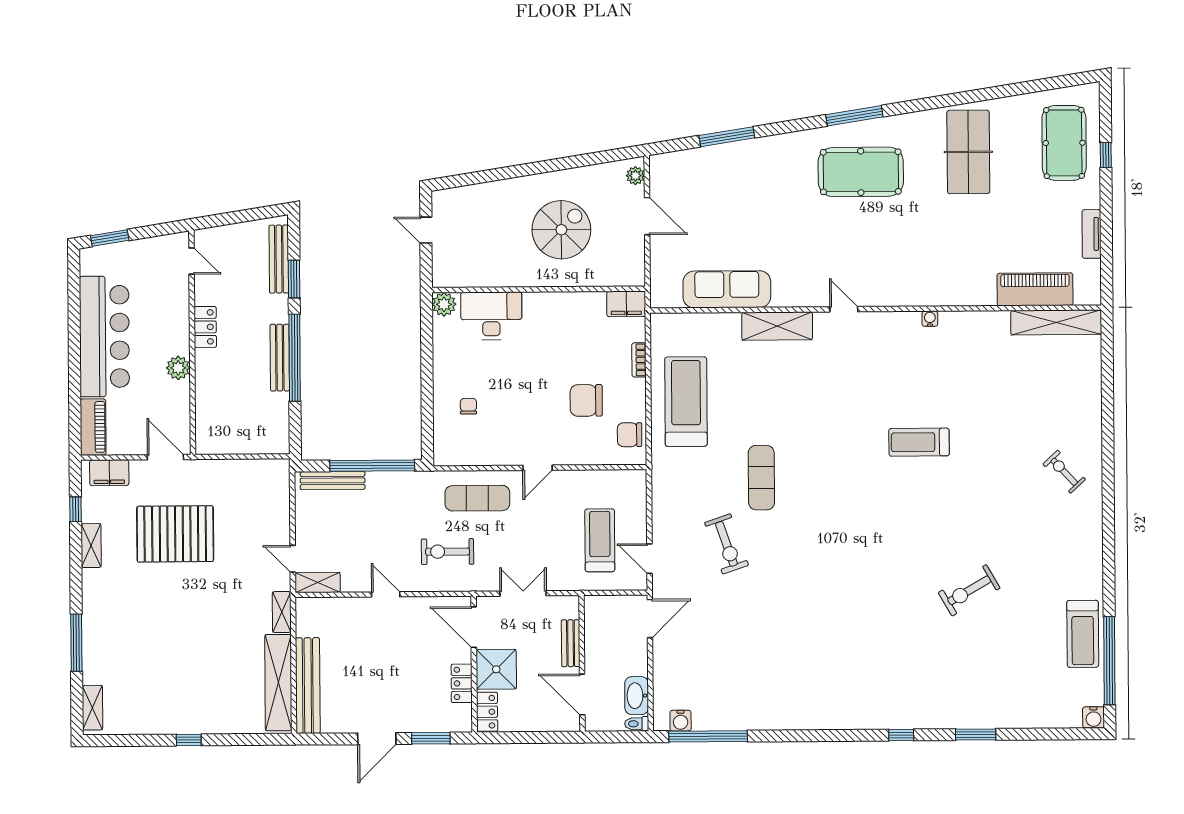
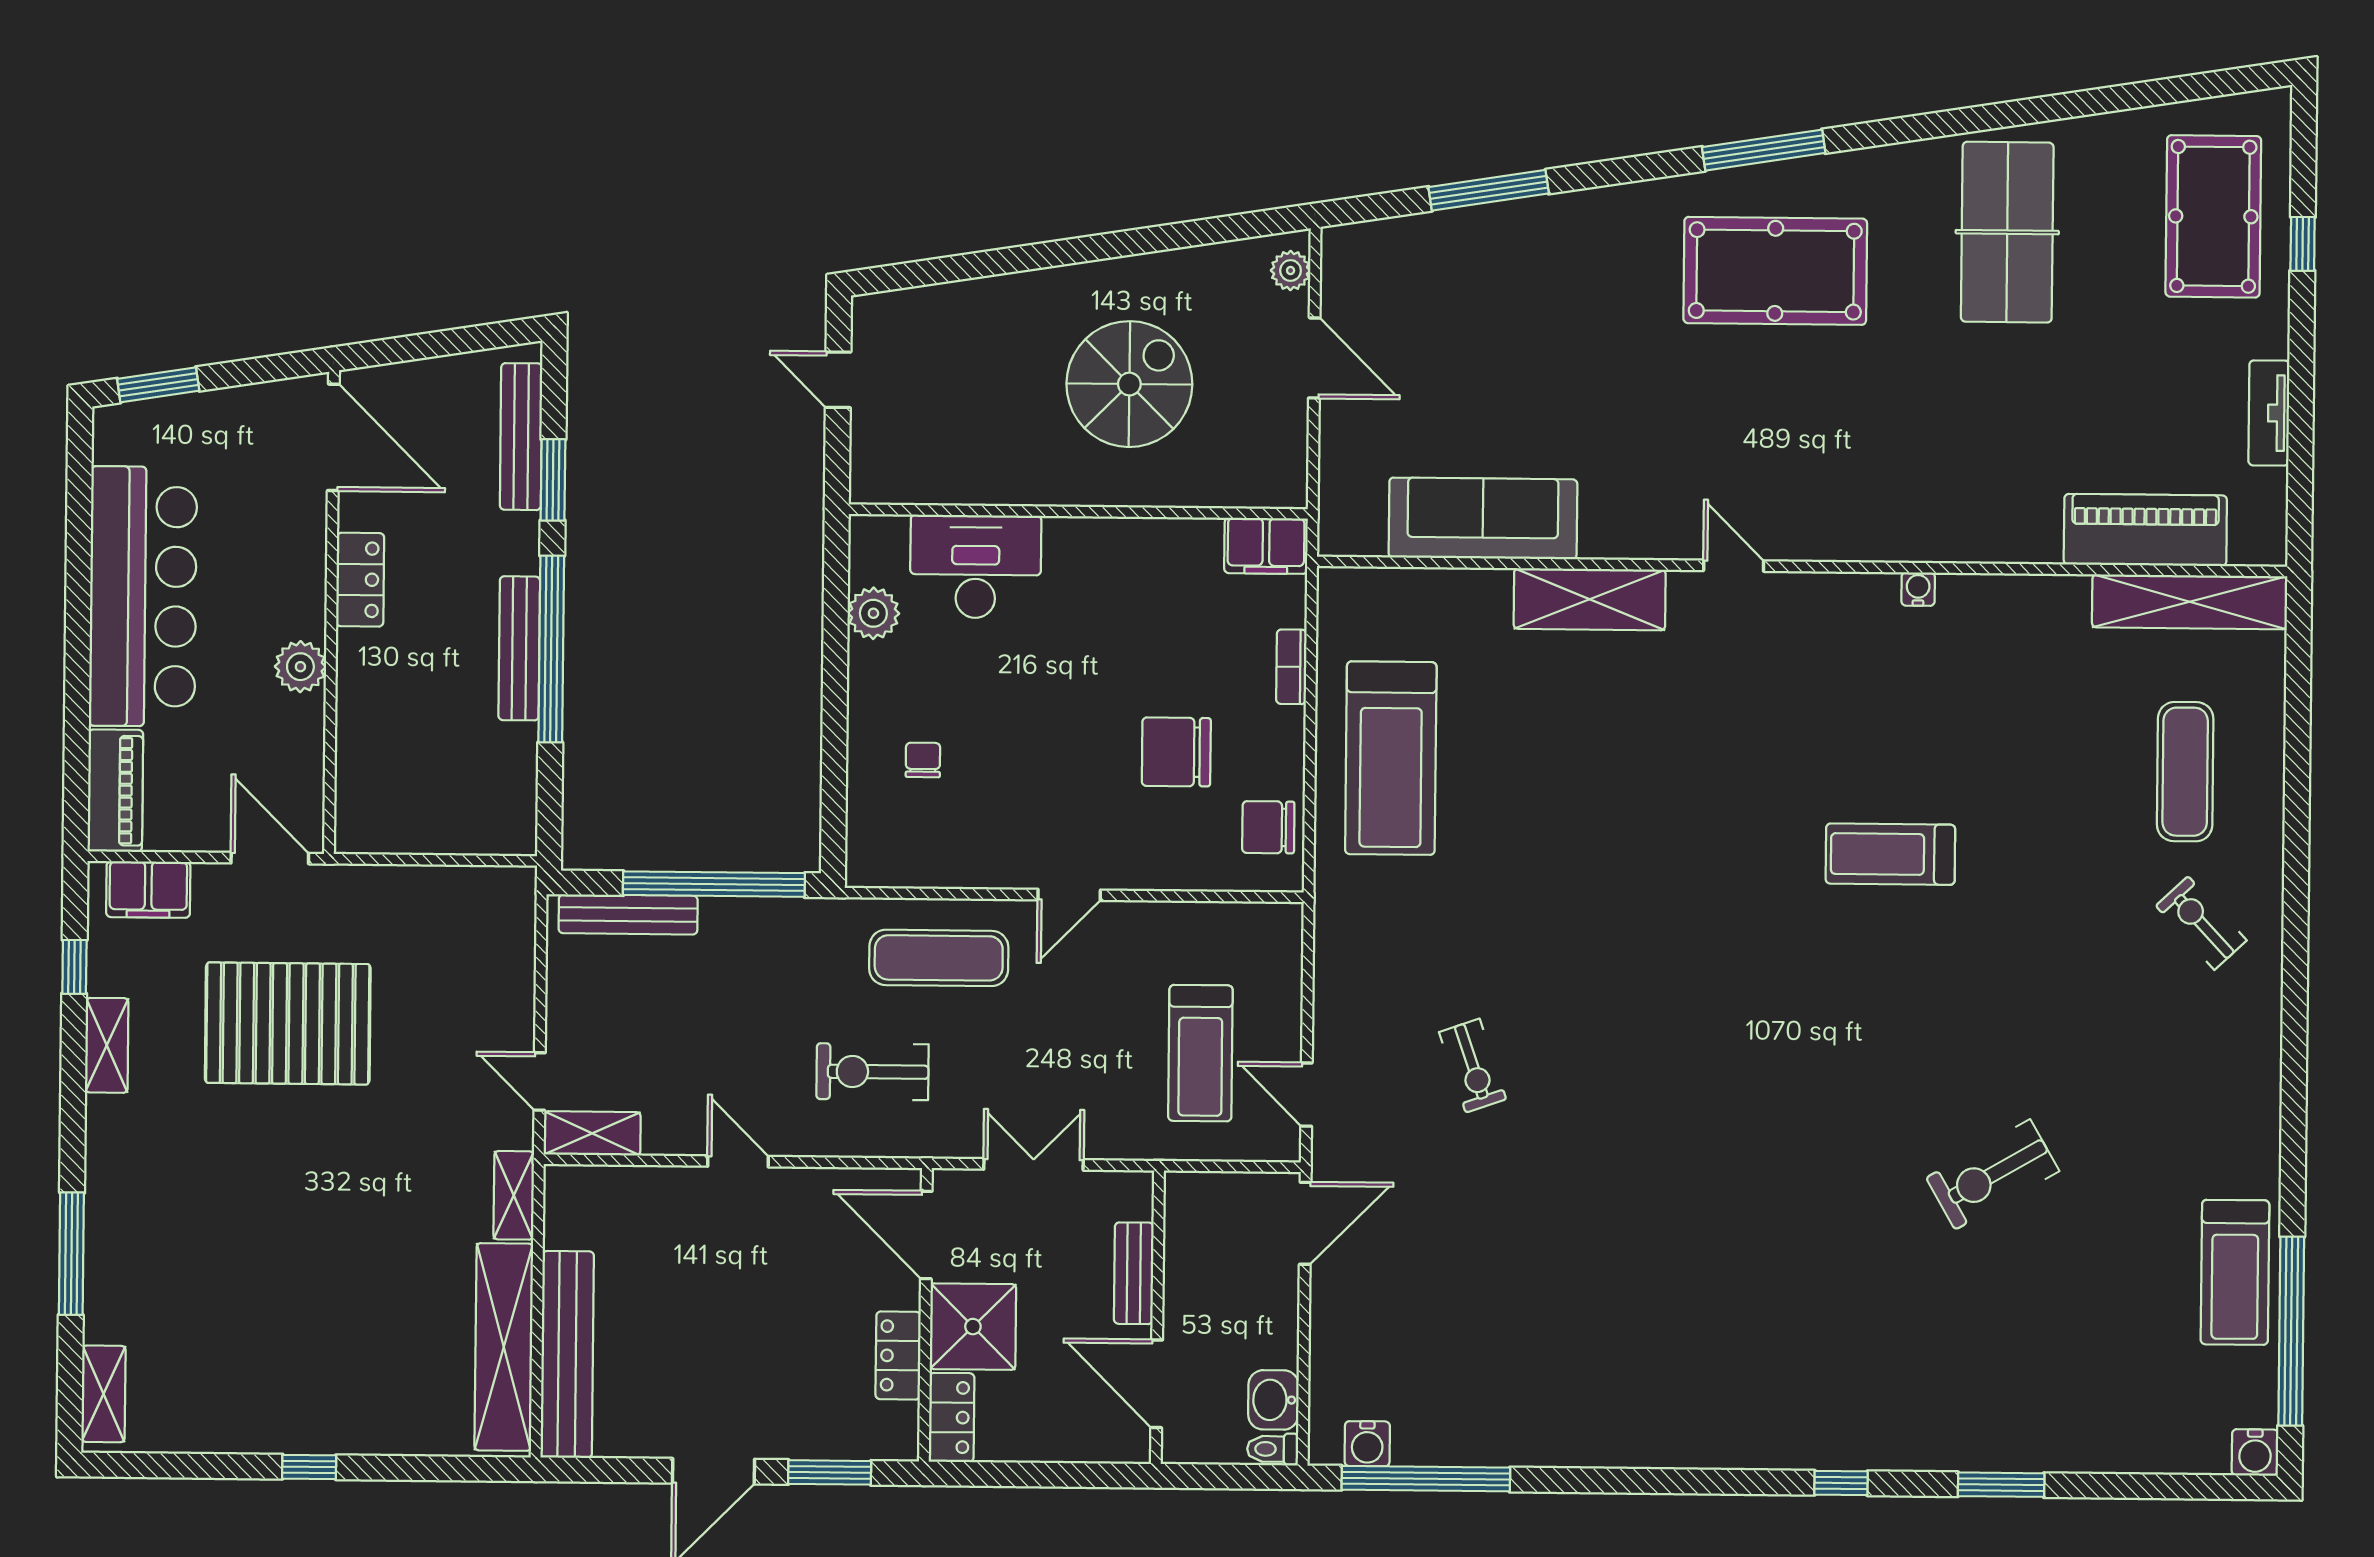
door: (192, 261) -> (333, 437), width x1.87
plant: (444, 304) -> (873, 613), moved
treadmill: (686, 402) -> (1391, 758), turned 180
exercise mat: (761, 478) -> (2185, 772), moved
treadmill: (600, 540) -> (1200, 1053), turned 180
exercise bike: (727, 544) -> (1473, 1066), width x0.73, depth x0.72
washbasin: (637, 696) -> (1273, 1400), width x0.72

